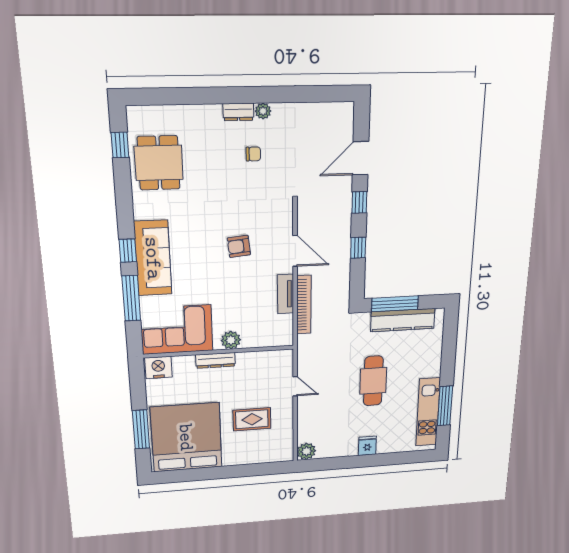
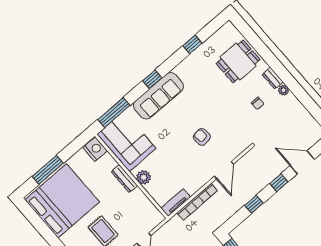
window: (120, 145) -> (192, 44), moved
dining table: (159, 163) -> (238, 61), moved
tv unit: (285, 294) -> (176, 203), moved
window: (131, 298) -> (114, 112), moved

